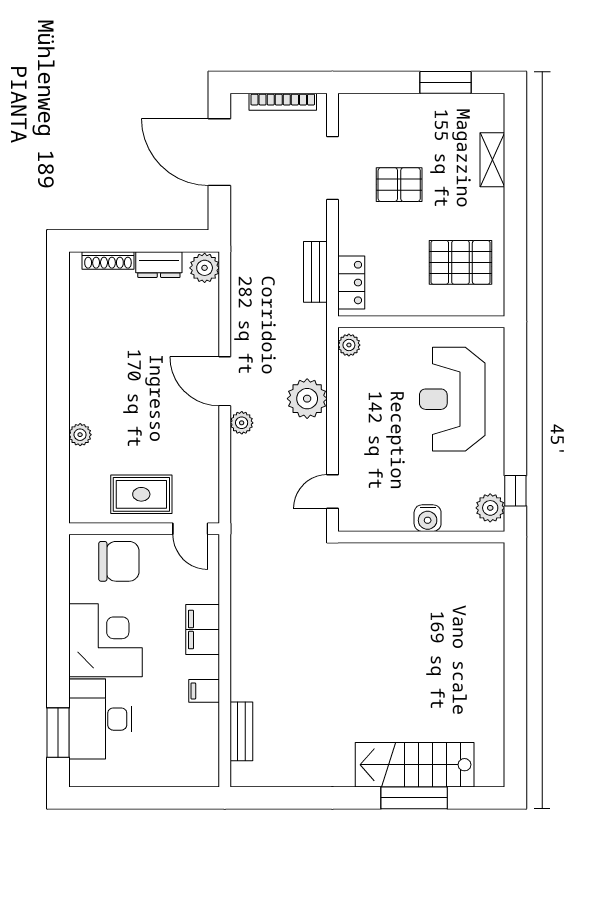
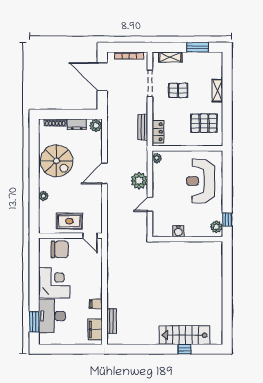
shelving: (381, 105) -> (170, 57), added
shelving: (492, 160) -> (217, 91), moved
spiral stairs: (111, 351) -> (57, 161), added
door: (225, 381) -> (105, 173), hinge flipped
plant: (242, 423) -> (112, 191), removed
door: (332, 491) -> (150, 204), moved
water cooler: (428, 518) -> (178, 231), moved
filing cabinet: (203, 630) -> (95, 329), moved
window: (414, 798) -> (184, 349), width x0.46

